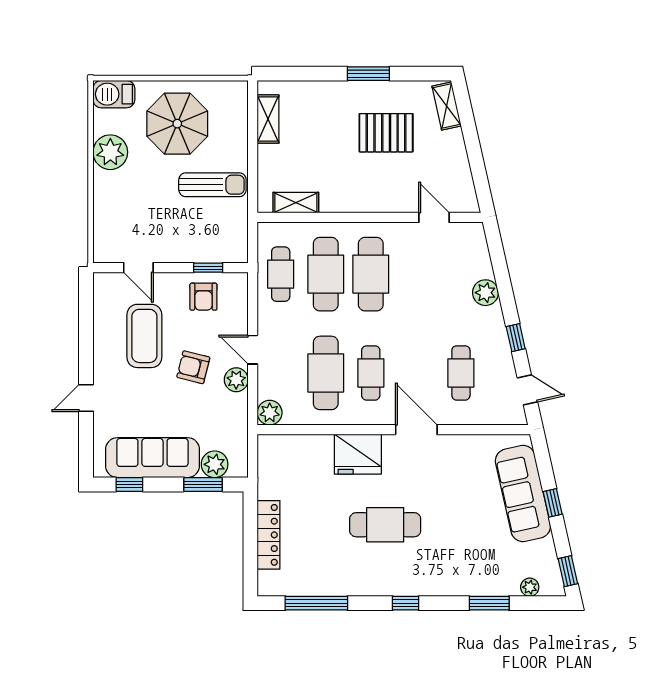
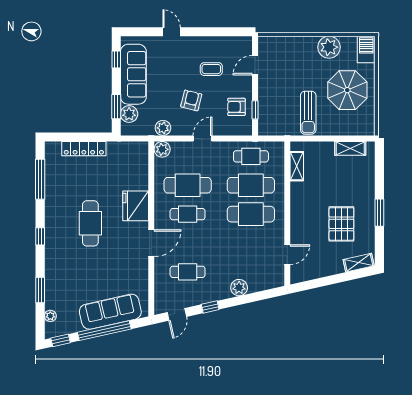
coffee table: (144, 336) -> (211, 69), width x0.54, depth x0.58
plant: (236, 380) -> (163, 128), moved
window: (553, 503) -> (104, 331), width x3.17

